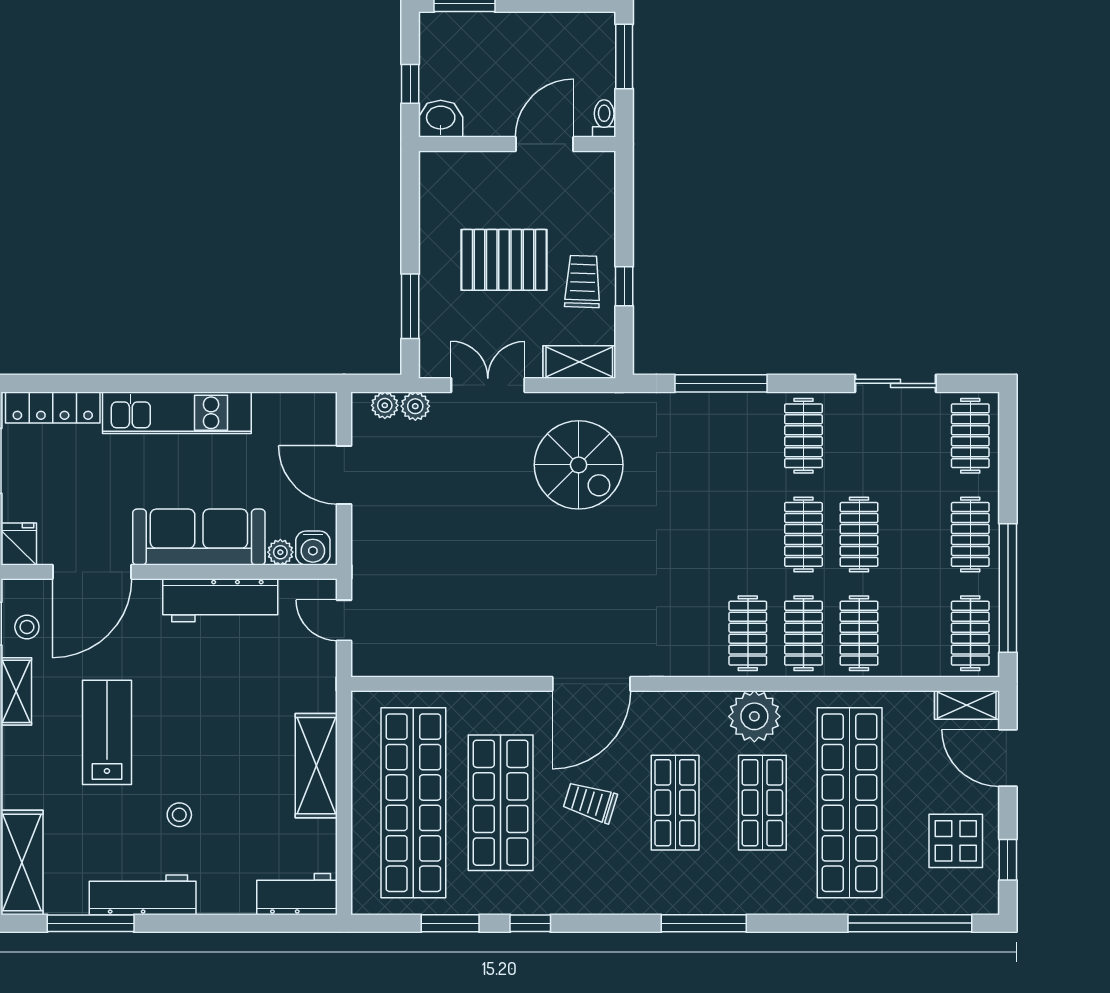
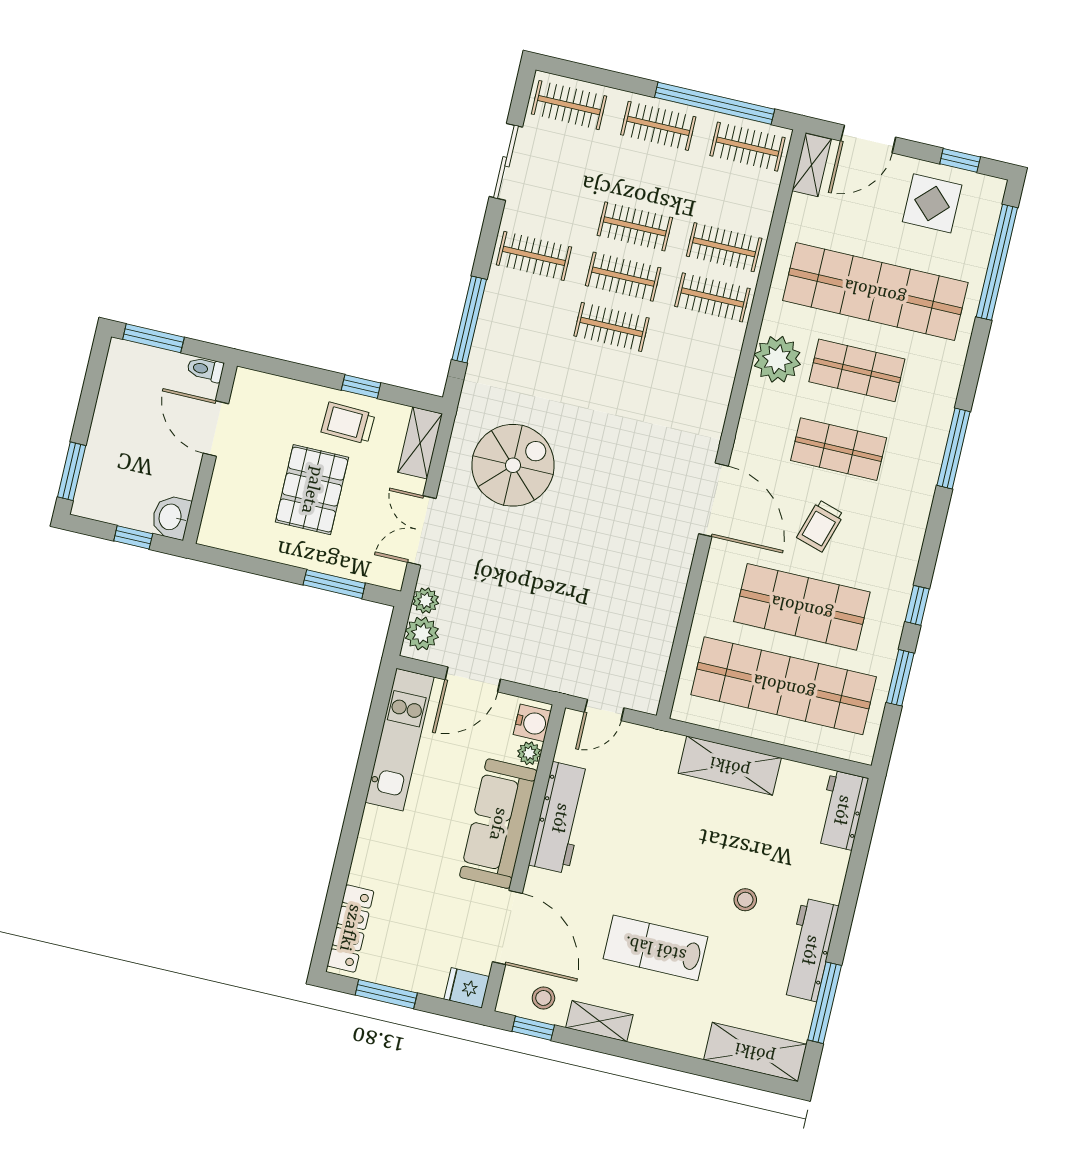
plant: (385, 405) -> (422, 634), width x1.38, depth x1.38
kitchen unit: (177, 413) -> (400, 740), moved
clothes rail: (748, 633) -> (611, 327), moved

